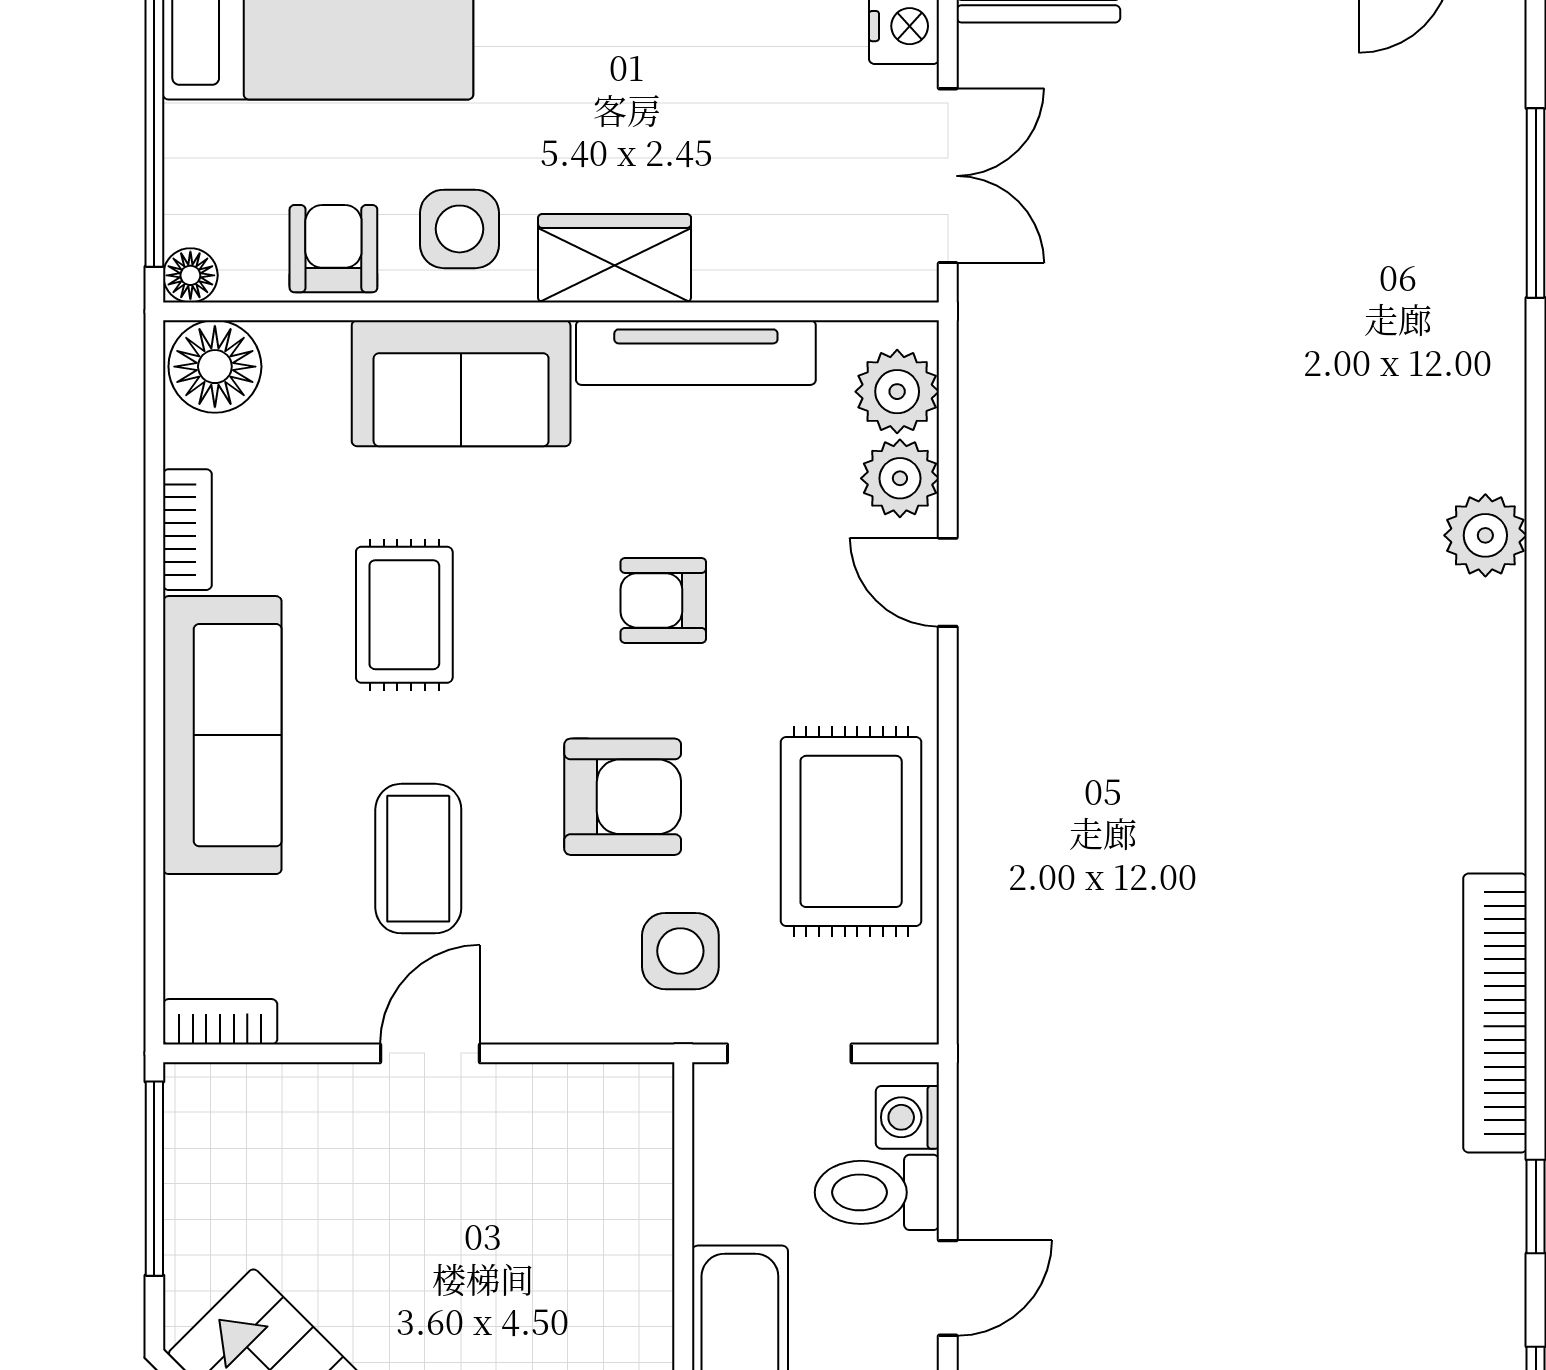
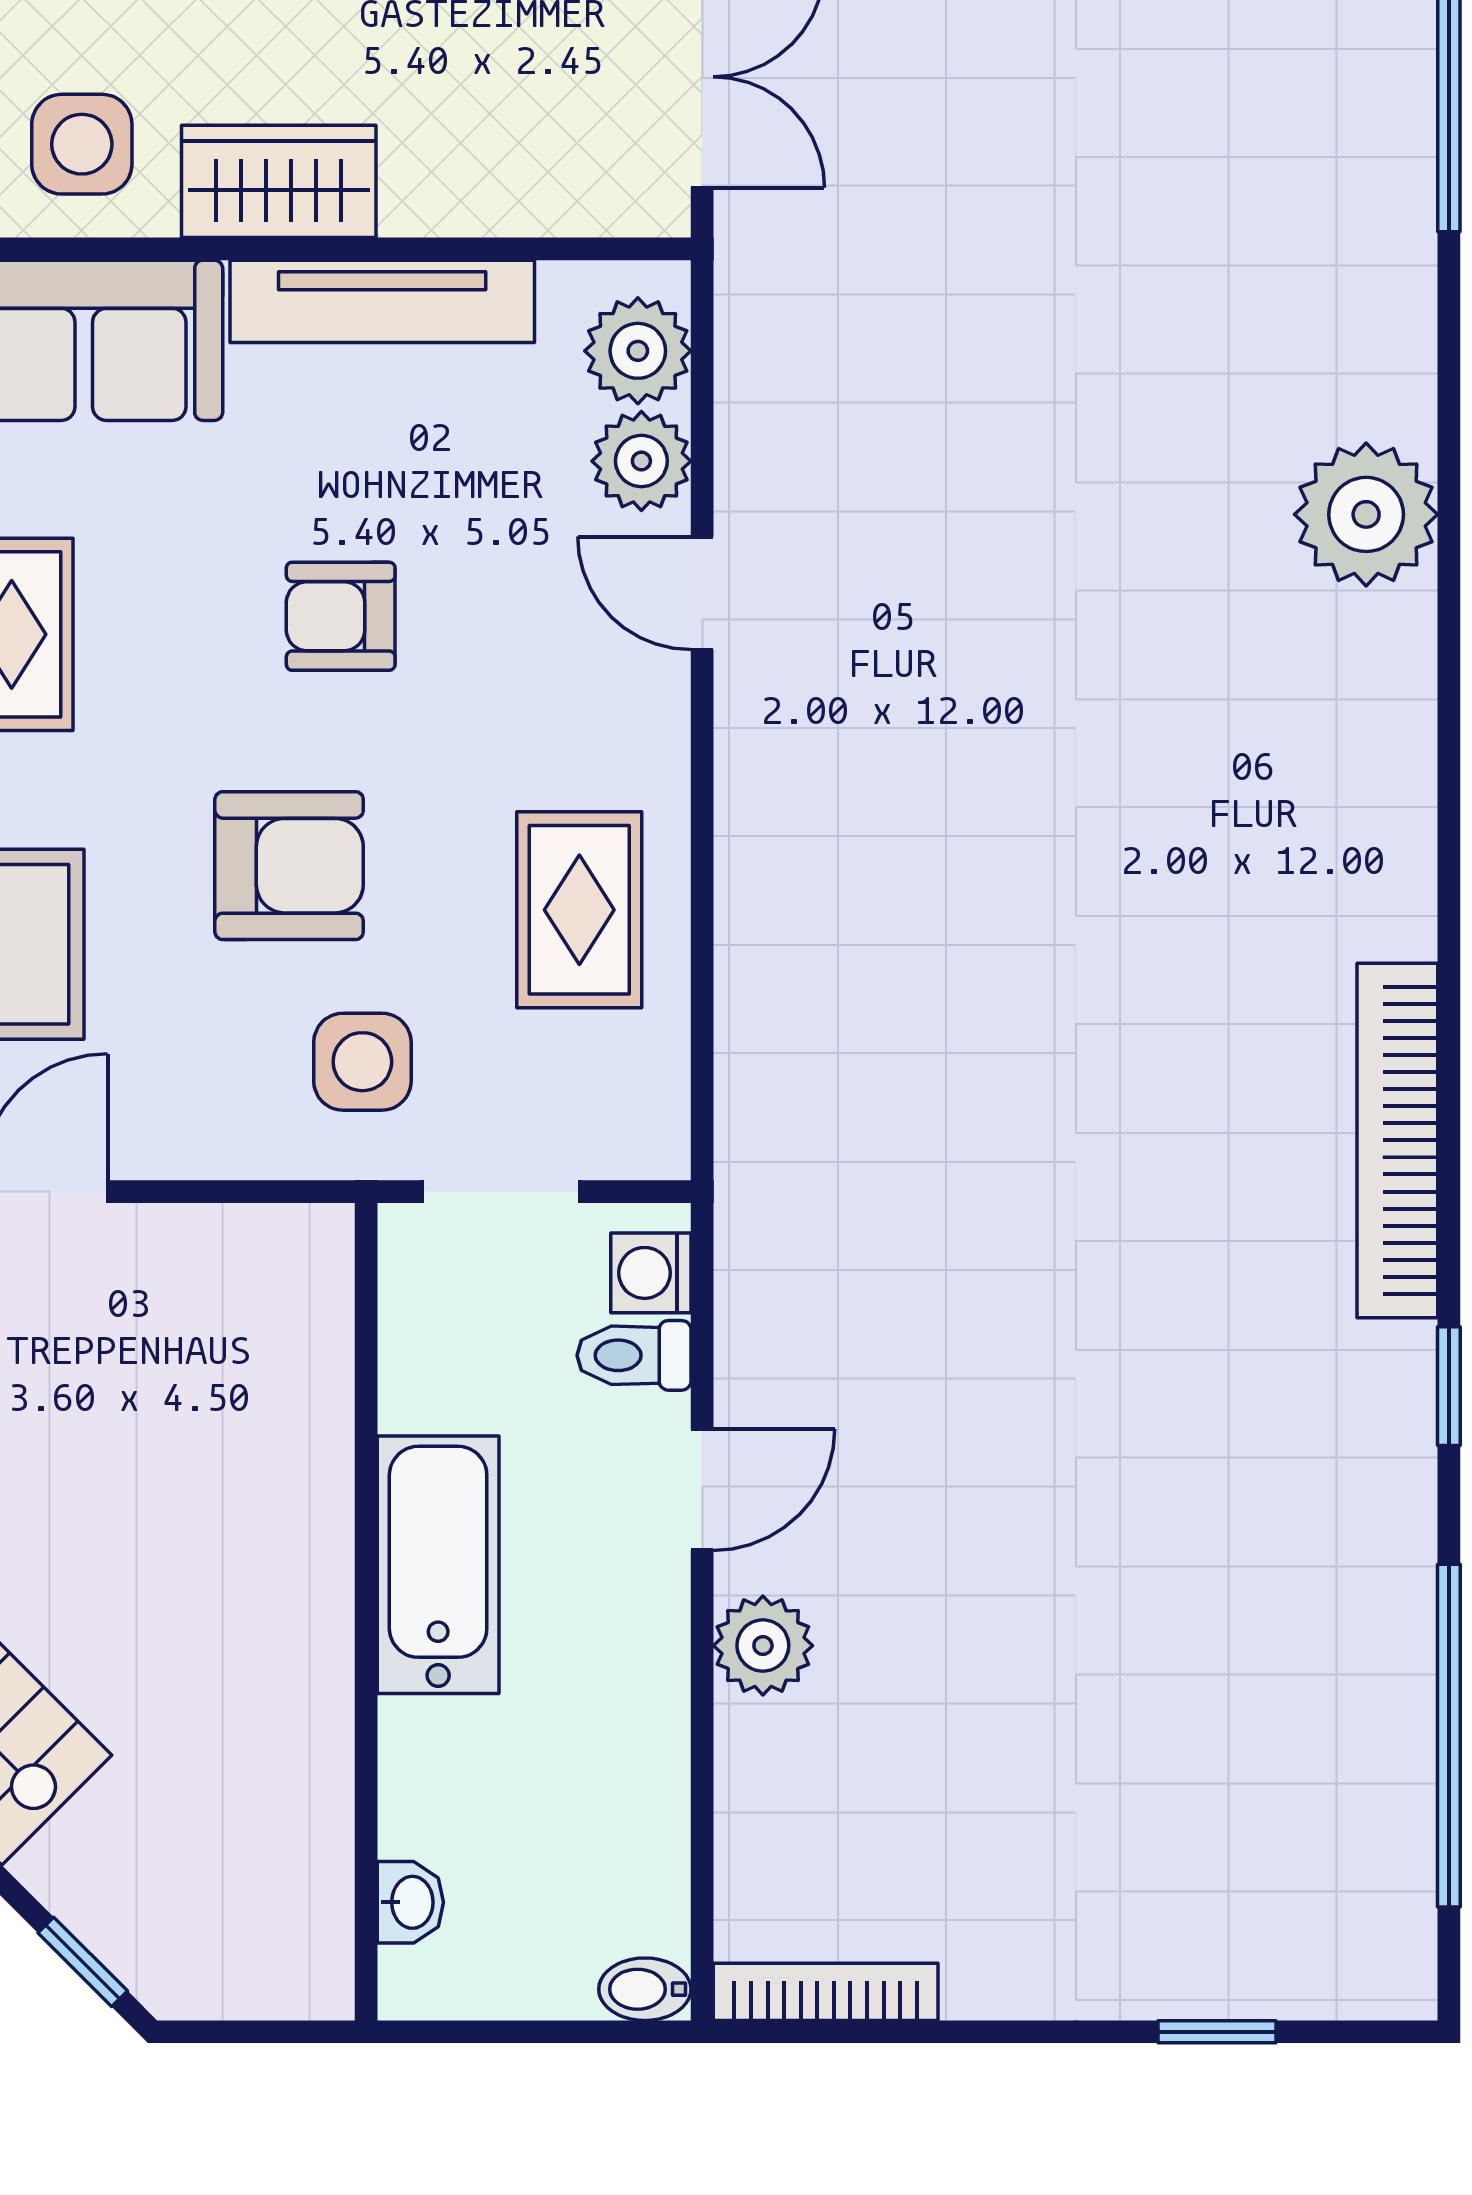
plant: (1485, 535) -> (1366, 514), width x1.36, depth x1.36
rug: (851, 831) -> (579, 910), width x0.73, depth x0.70
toilet: (877, 1192) -> (634, 1355), width x0.73, depth x0.72

